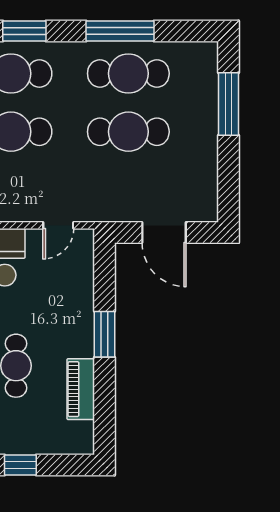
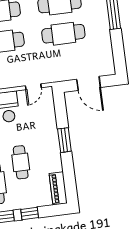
piano: (81, 389) -> (58, 188), moved

